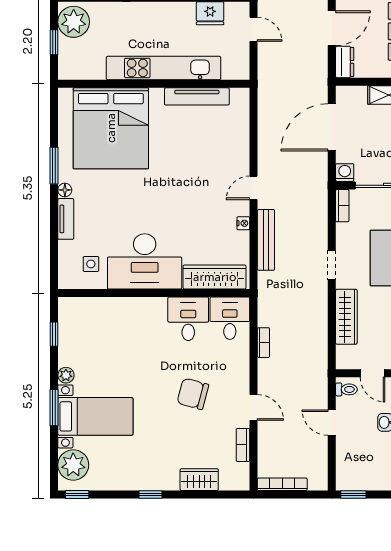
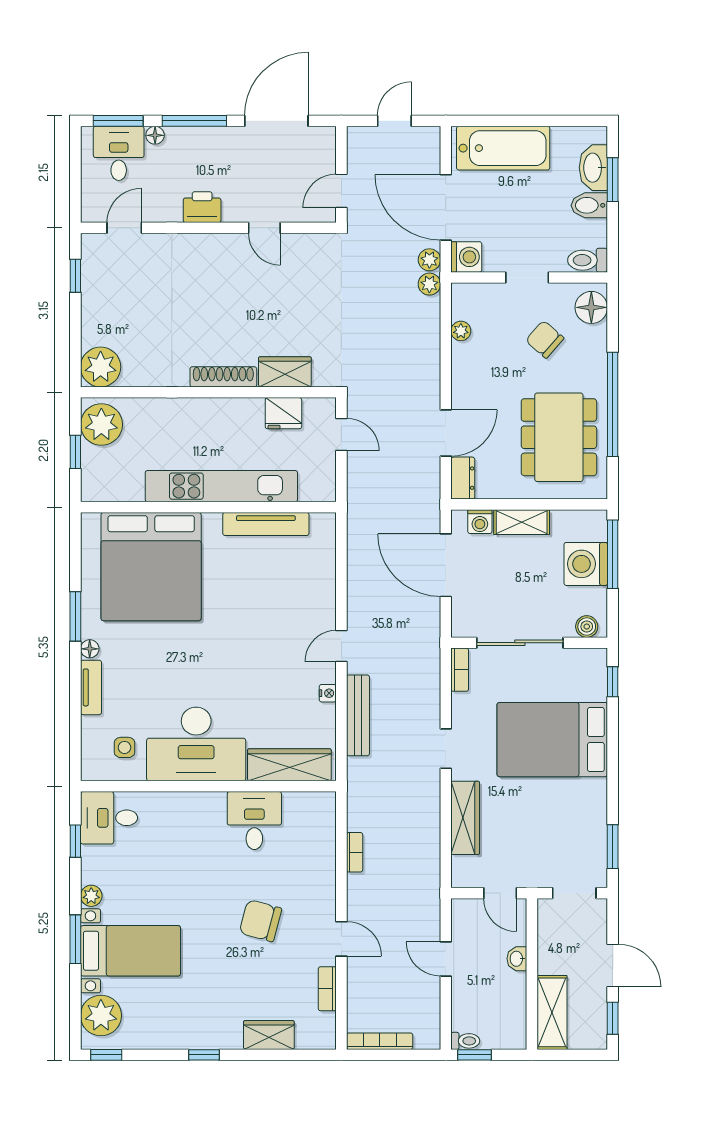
door: (332, 127) -> (446, 565), hinge flipped
washing machine: (345, 173) -> (480, 522), moved, turned 180
desk: (230, 318) -> (109, 818), moved, turned -90
toilet: (346, 389) -> (465, 1041), moved

